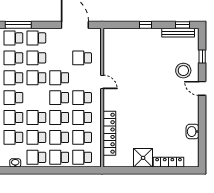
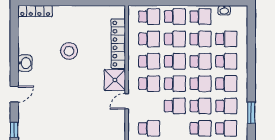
stool: (183, 71) -> (69, 51), moved
door: (102, 82) -> (127, 101), hinge flipped
door: (202, 88) -> (14, 94), hinge flipped
school desk: (36, 98) -> (201, 84), added
washbasin: (193, 132) -> (25, 63), moved
shower: (143, 158) -> (115, 80), moved
locker: (169, 162) -> (35, 11), moved

